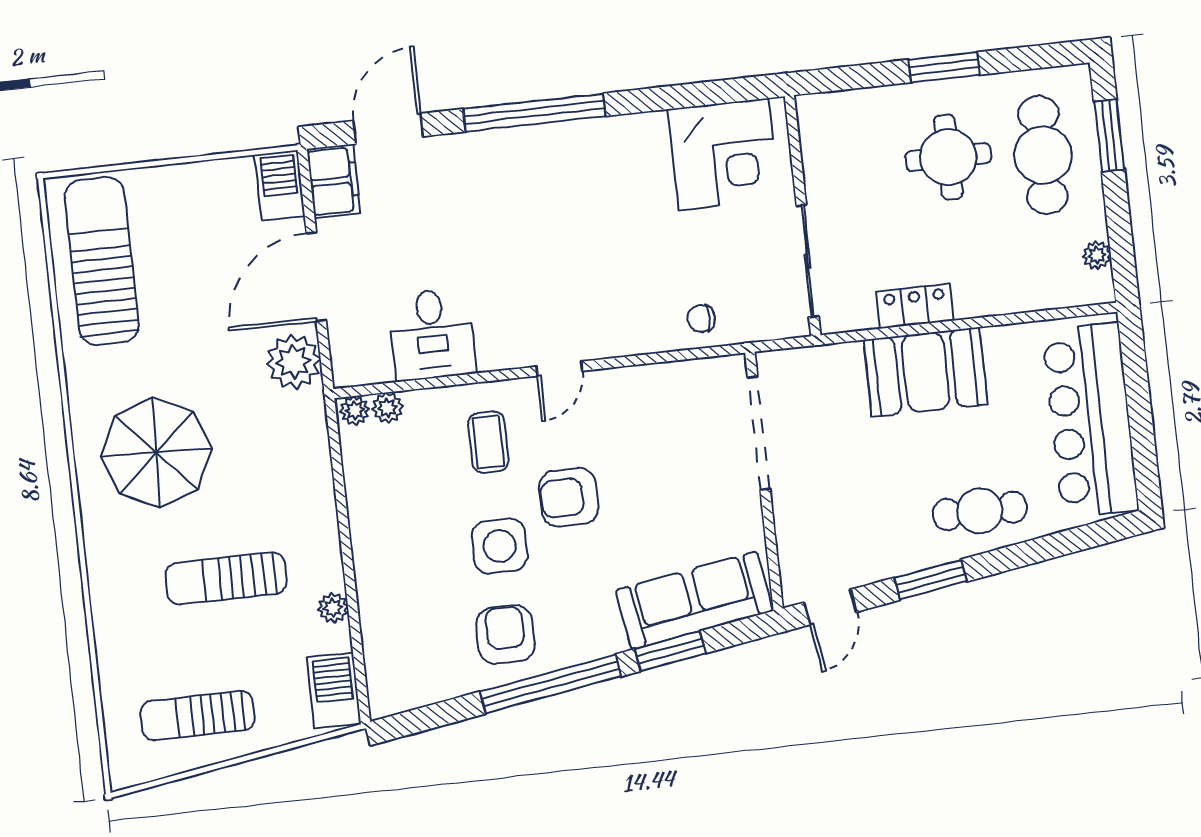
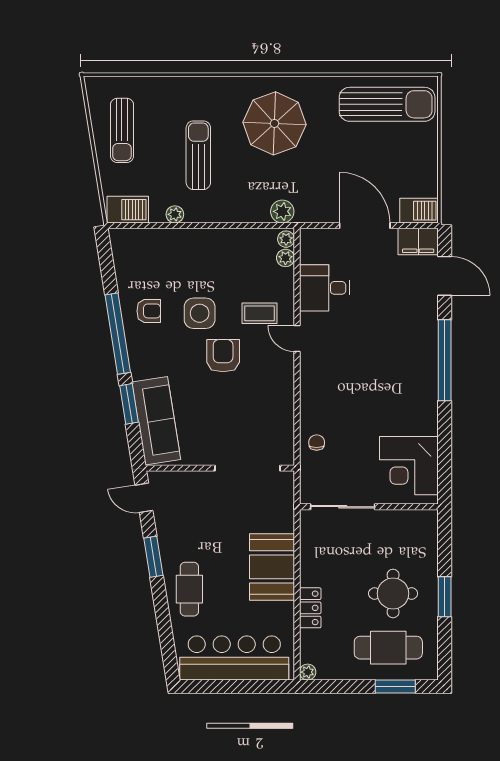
plant: (1097, 255) -> (308, 672), moved
locker: (915, 306) -> (310, 608), moved
plant: (293, 362) -> (282, 211), moved, width x0.73, depth x0.73
door: (559, 369) -> (297, 339), moved
armchair: (505, 635) -> (149, 311), width x0.72, depth x0.72
sun lounger: (198, 716) -> (122, 130), turned 180

